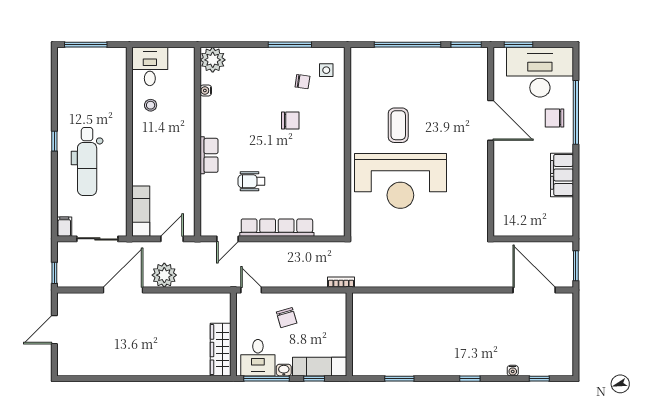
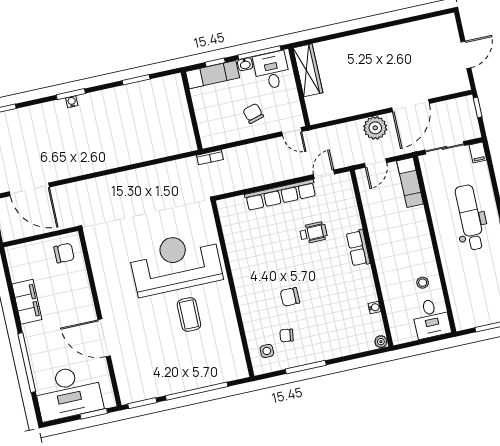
plant: (213, 60) -> (381, 342), width x0.53, depth x0.53
chair: (555, 118) -> (64, 253), moved
water cooler: (513, 371) -> (72, 102), moved
window: (470, 379) -> (71, 94), width x1.50

